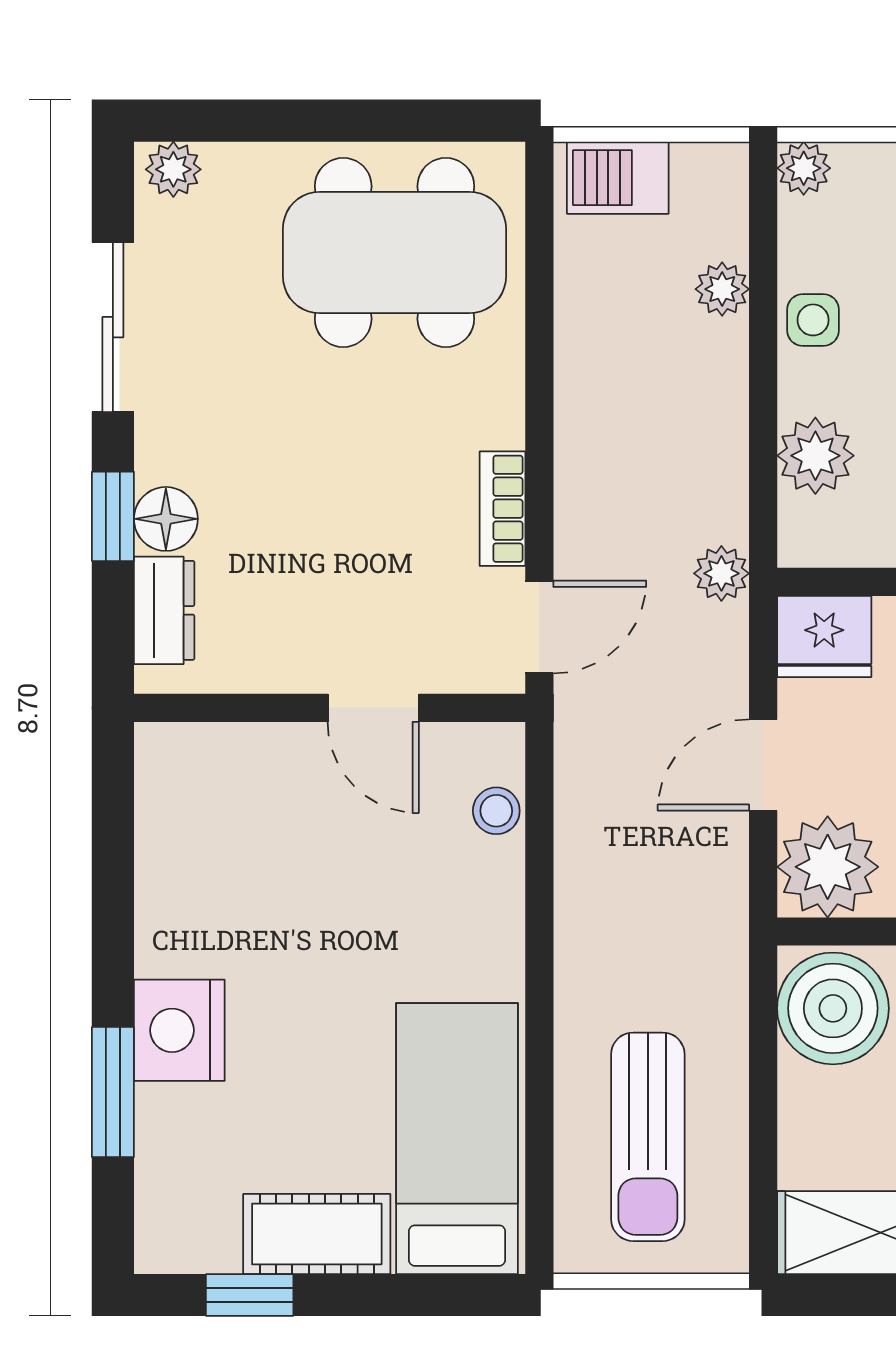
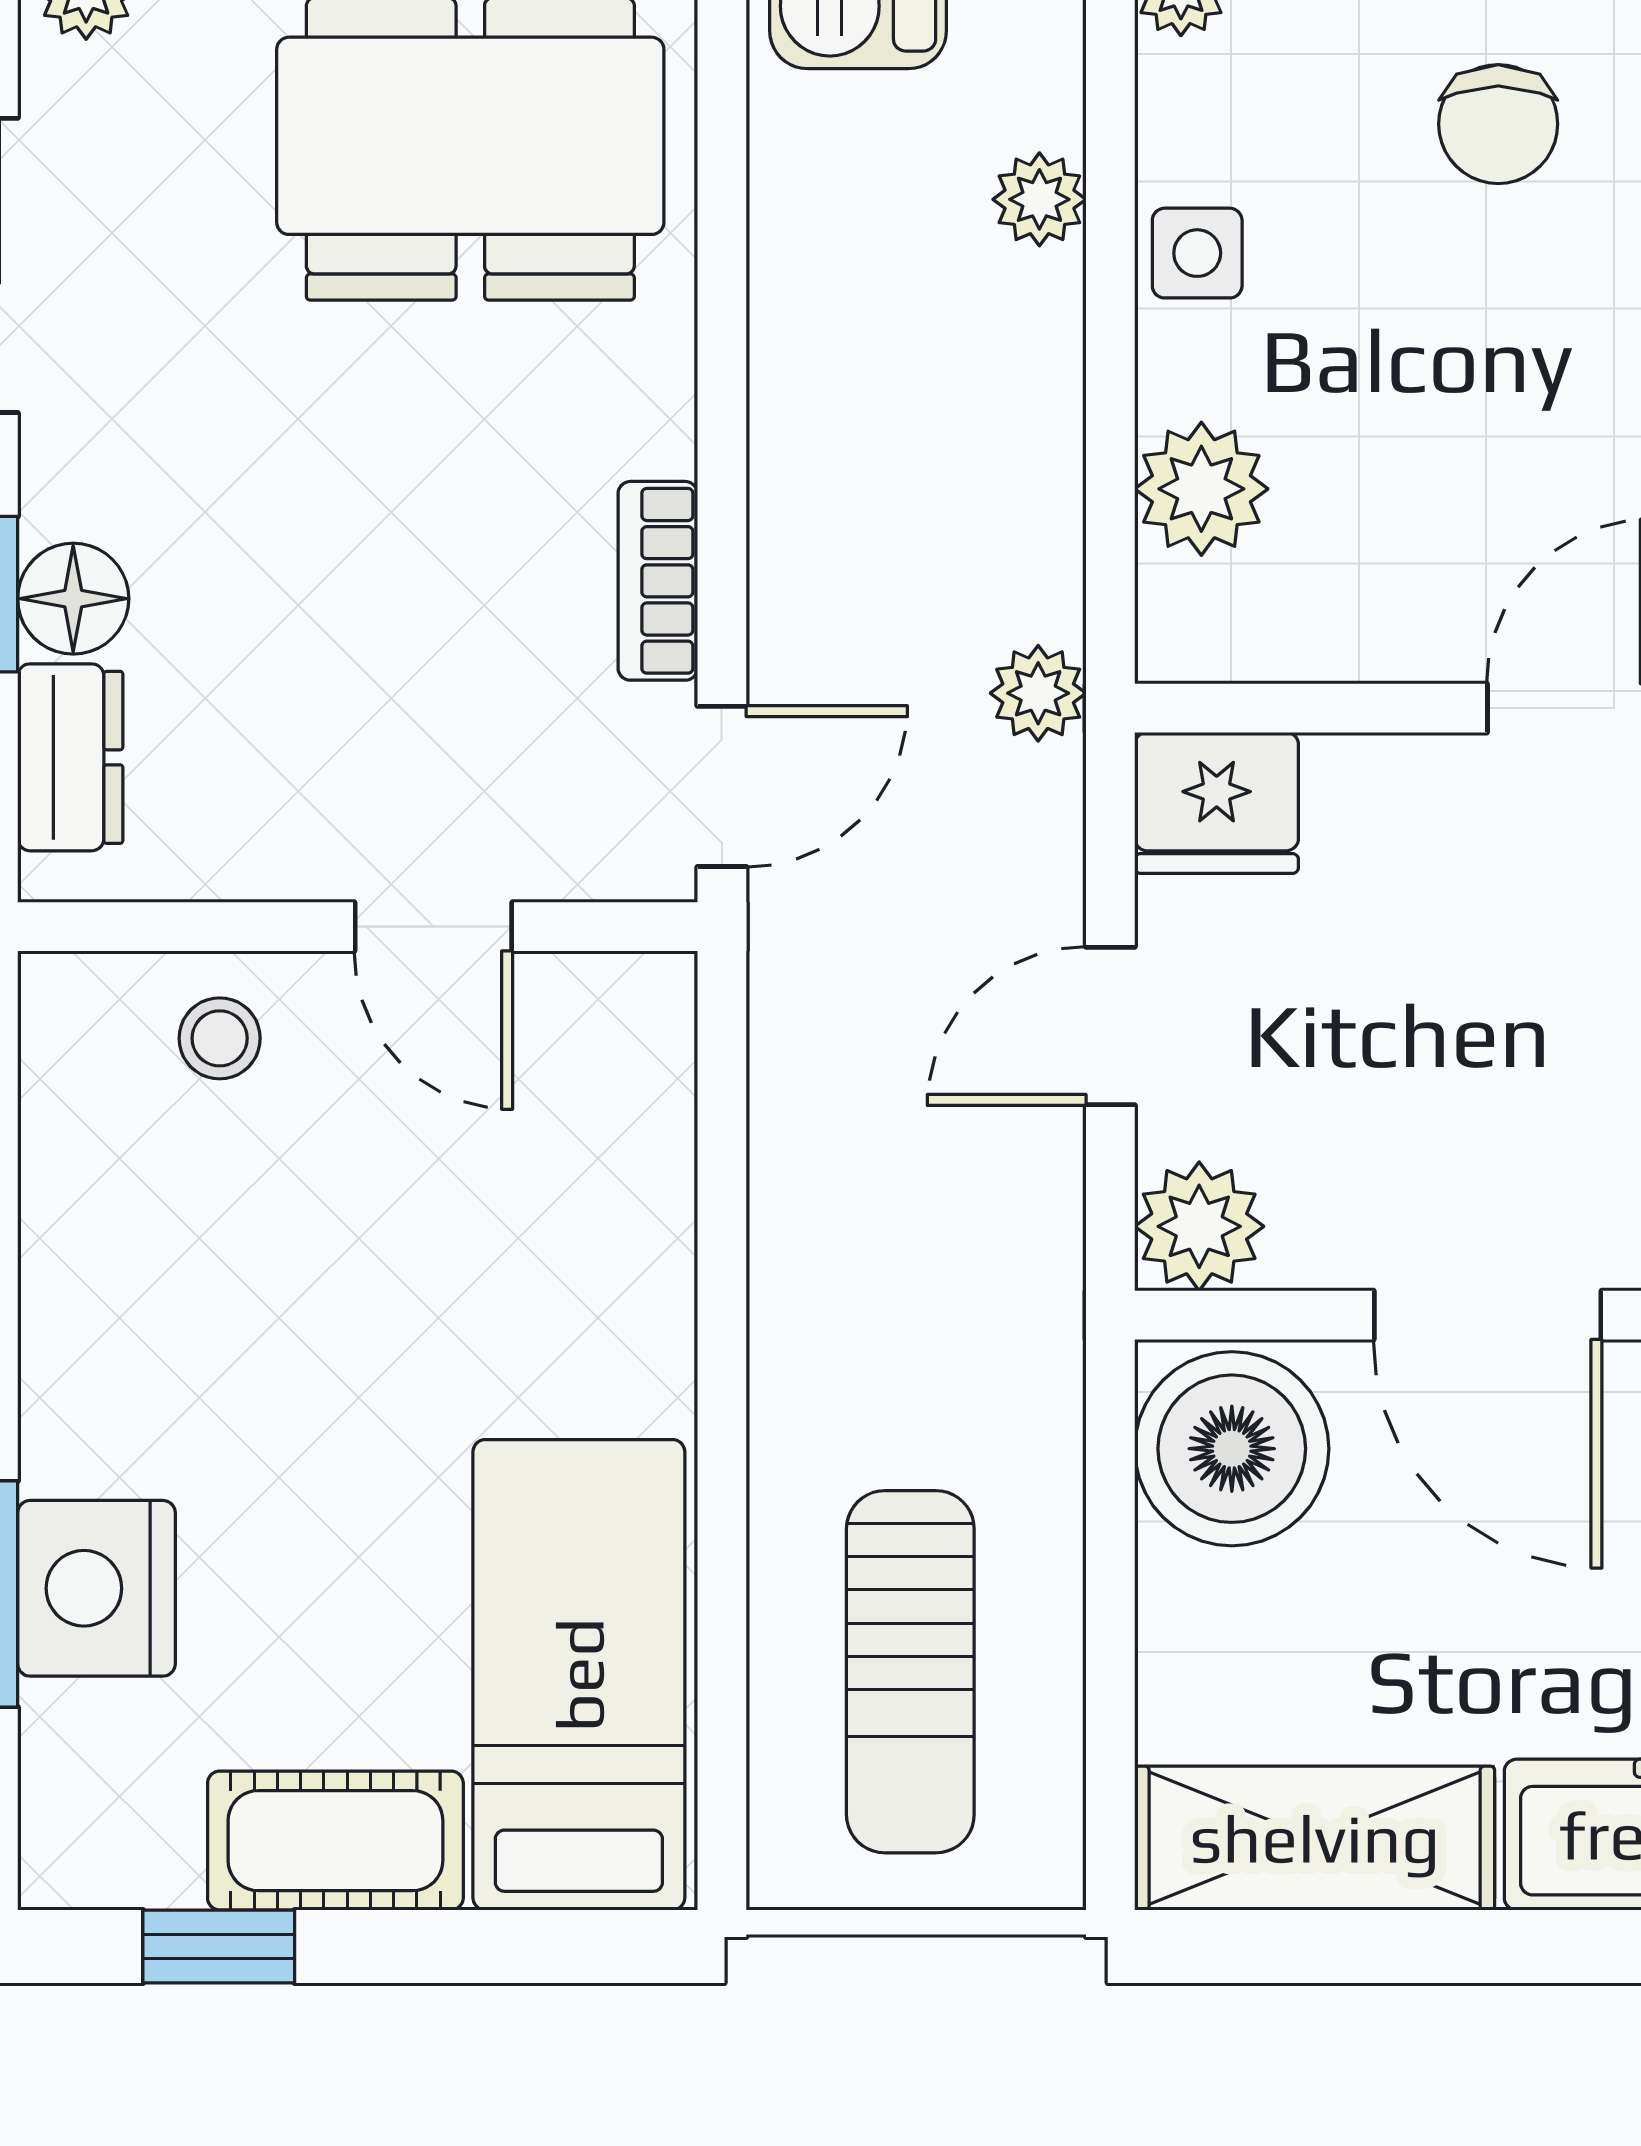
stool: (496, 811) -> (220, 1038), moved
plant: (828, 867) -> (1199, 1226), width x0.73, depth x0.73
nightstand: (179, 1030) -> (96, 1588), moved

